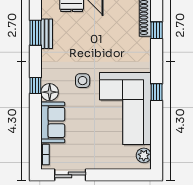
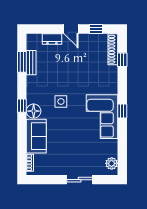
corner sofa: (125, 109) -> (102, 117), width x0.73, depth x0.74
sliding door: (70, 175) -> (80, 180), moved

